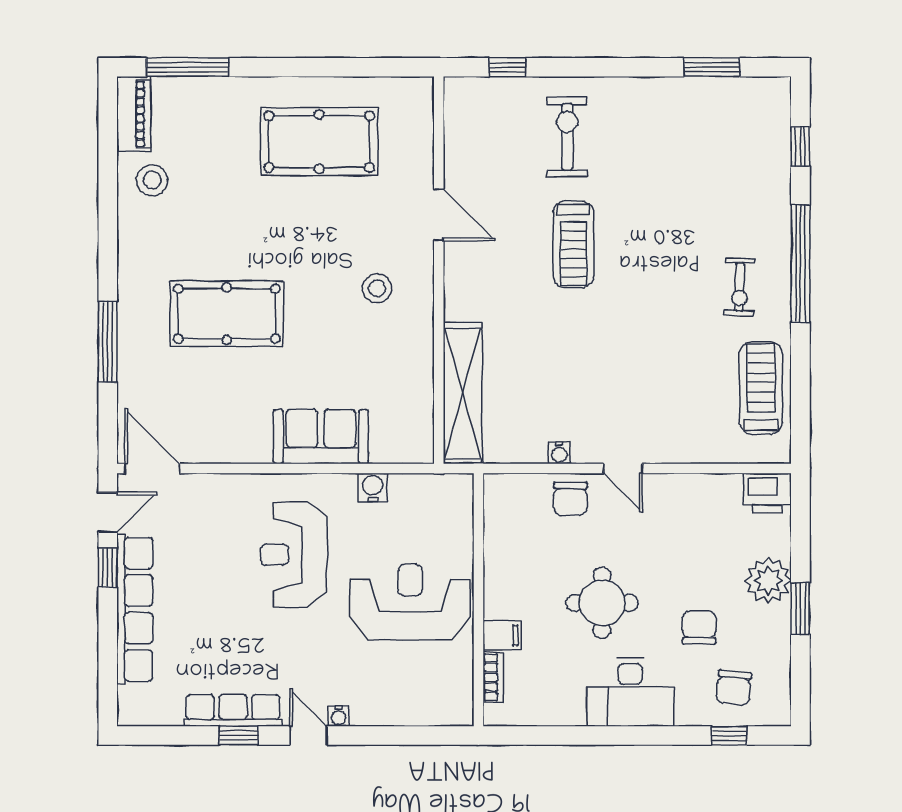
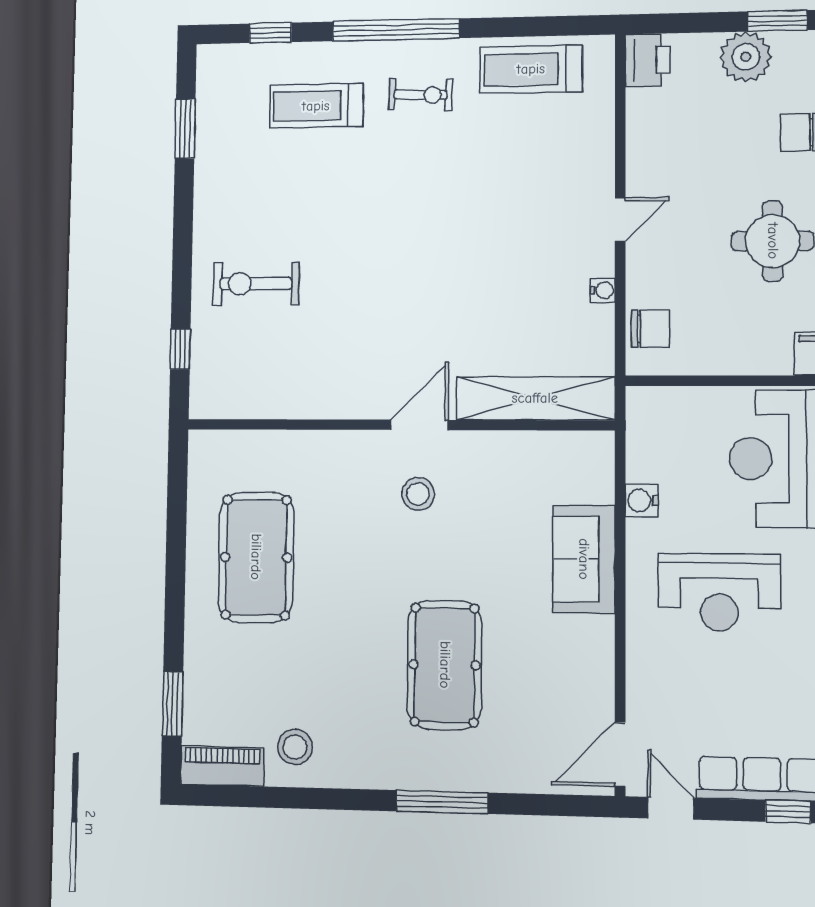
window: (188, 67) -> (172, 704), width x0.69
door: (439, 215) -> (419, 425), moved
treadmill: (574, 244) -> (316, 106), moved, turned 180
window: (108, 342) -> (442, 802), moved
chair: (570, 499) -> (650, 329), moved
window: (108, 568) -> (788, 812), moved

